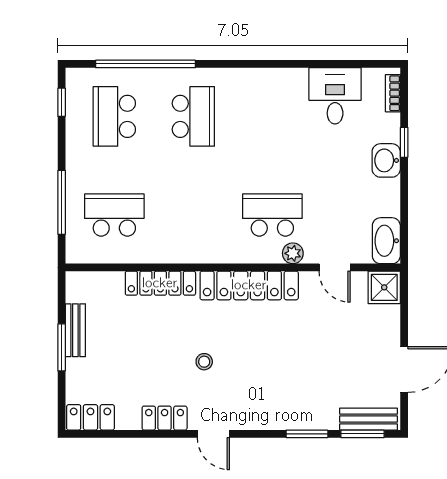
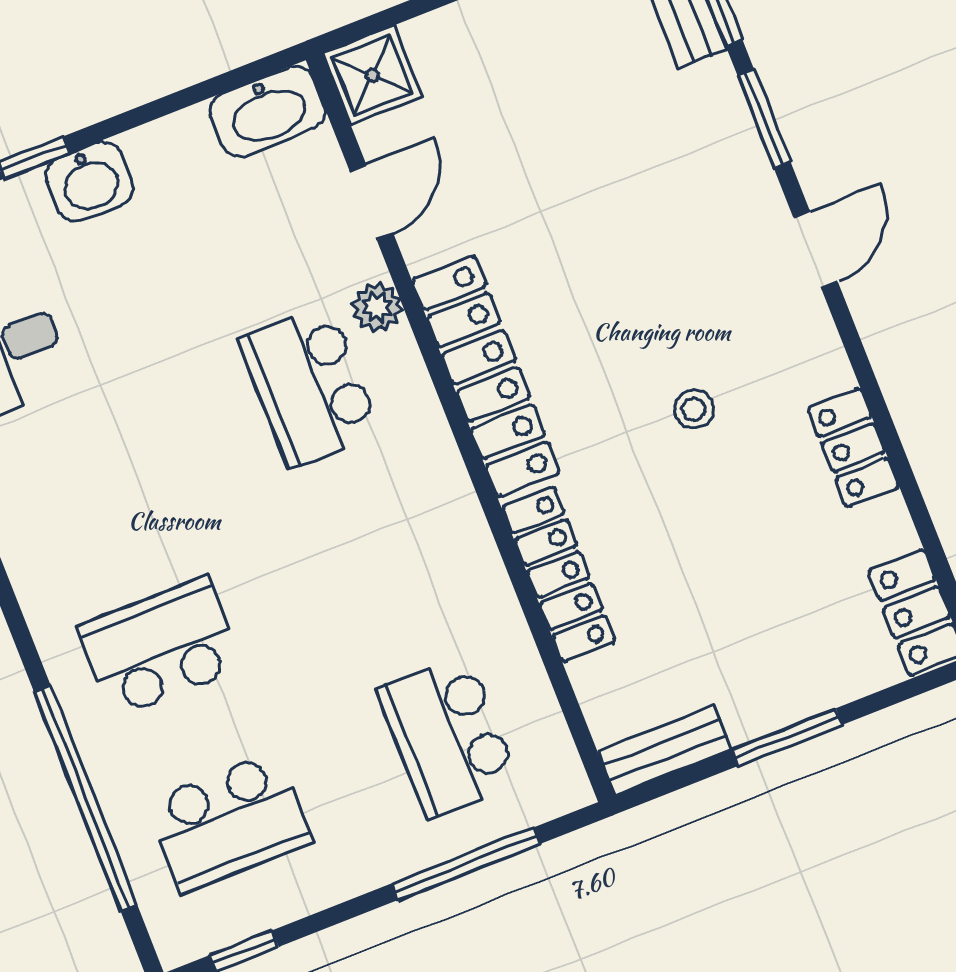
bench: (75, 330) -> (664, 750), moved
door: (213, 434) -> (816, 250), moved

